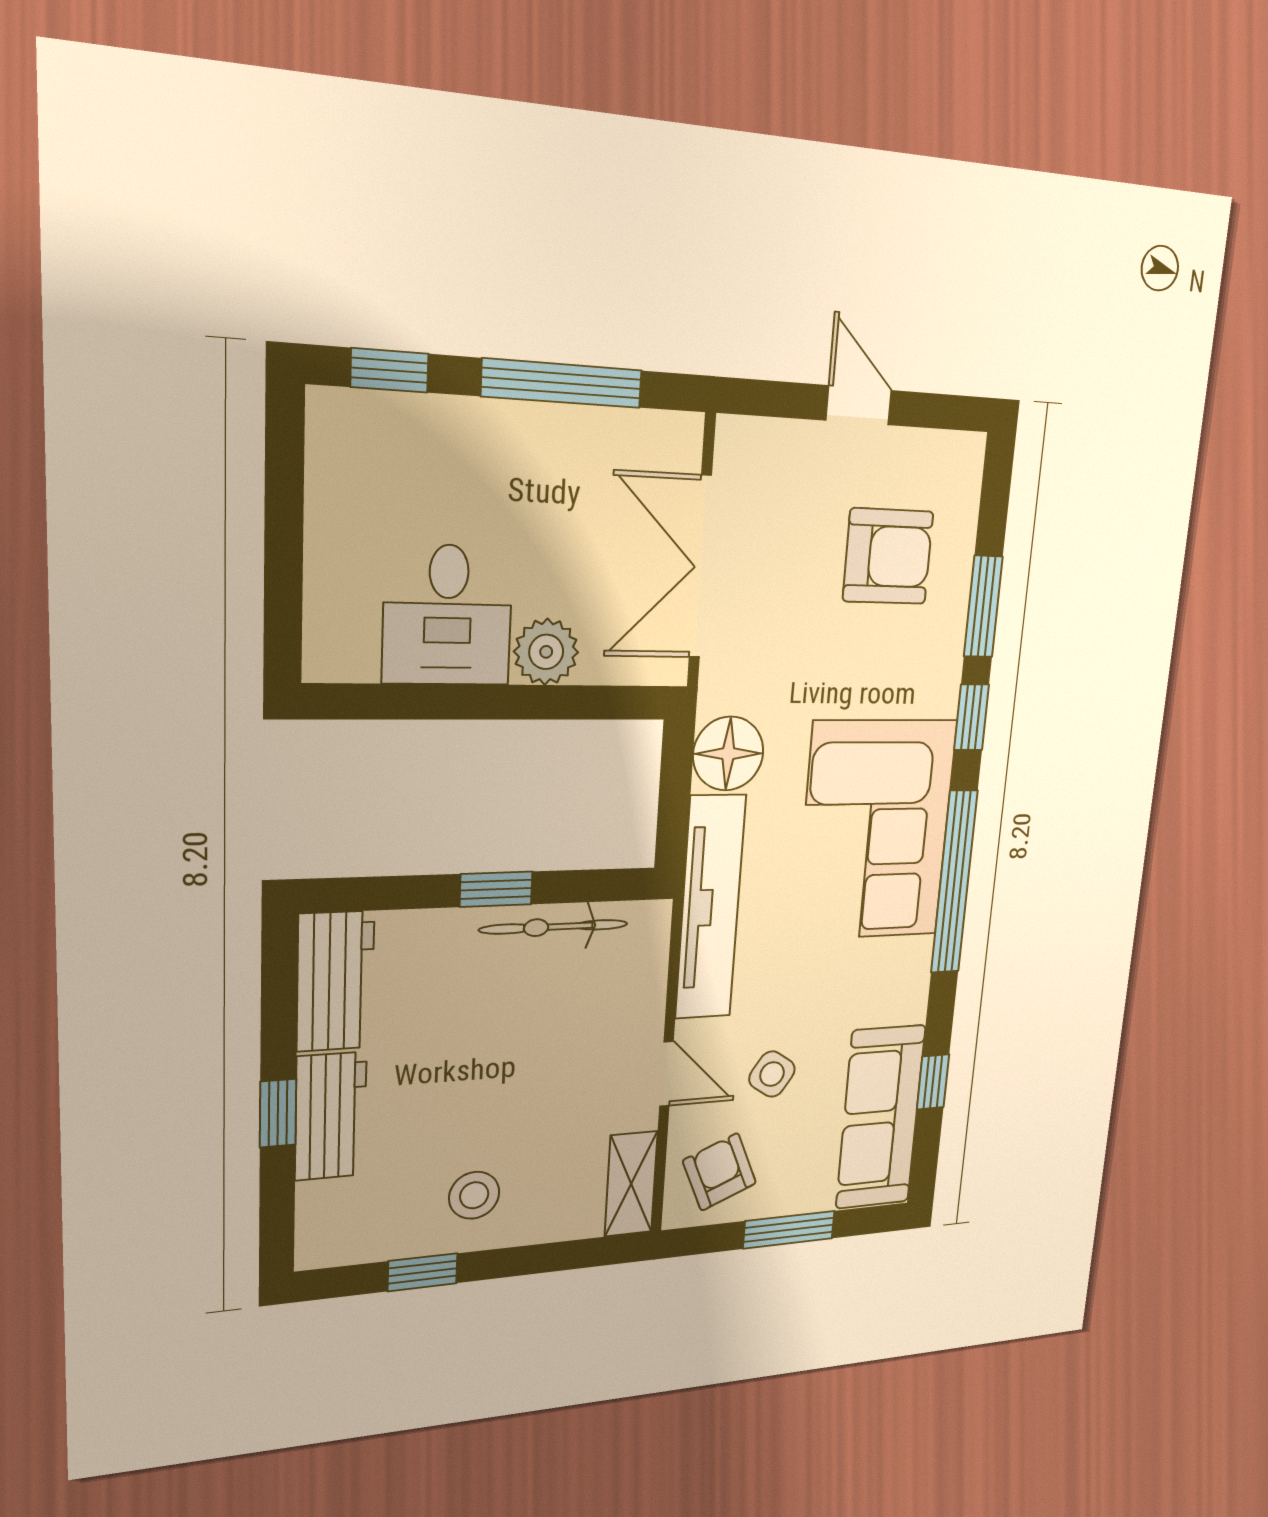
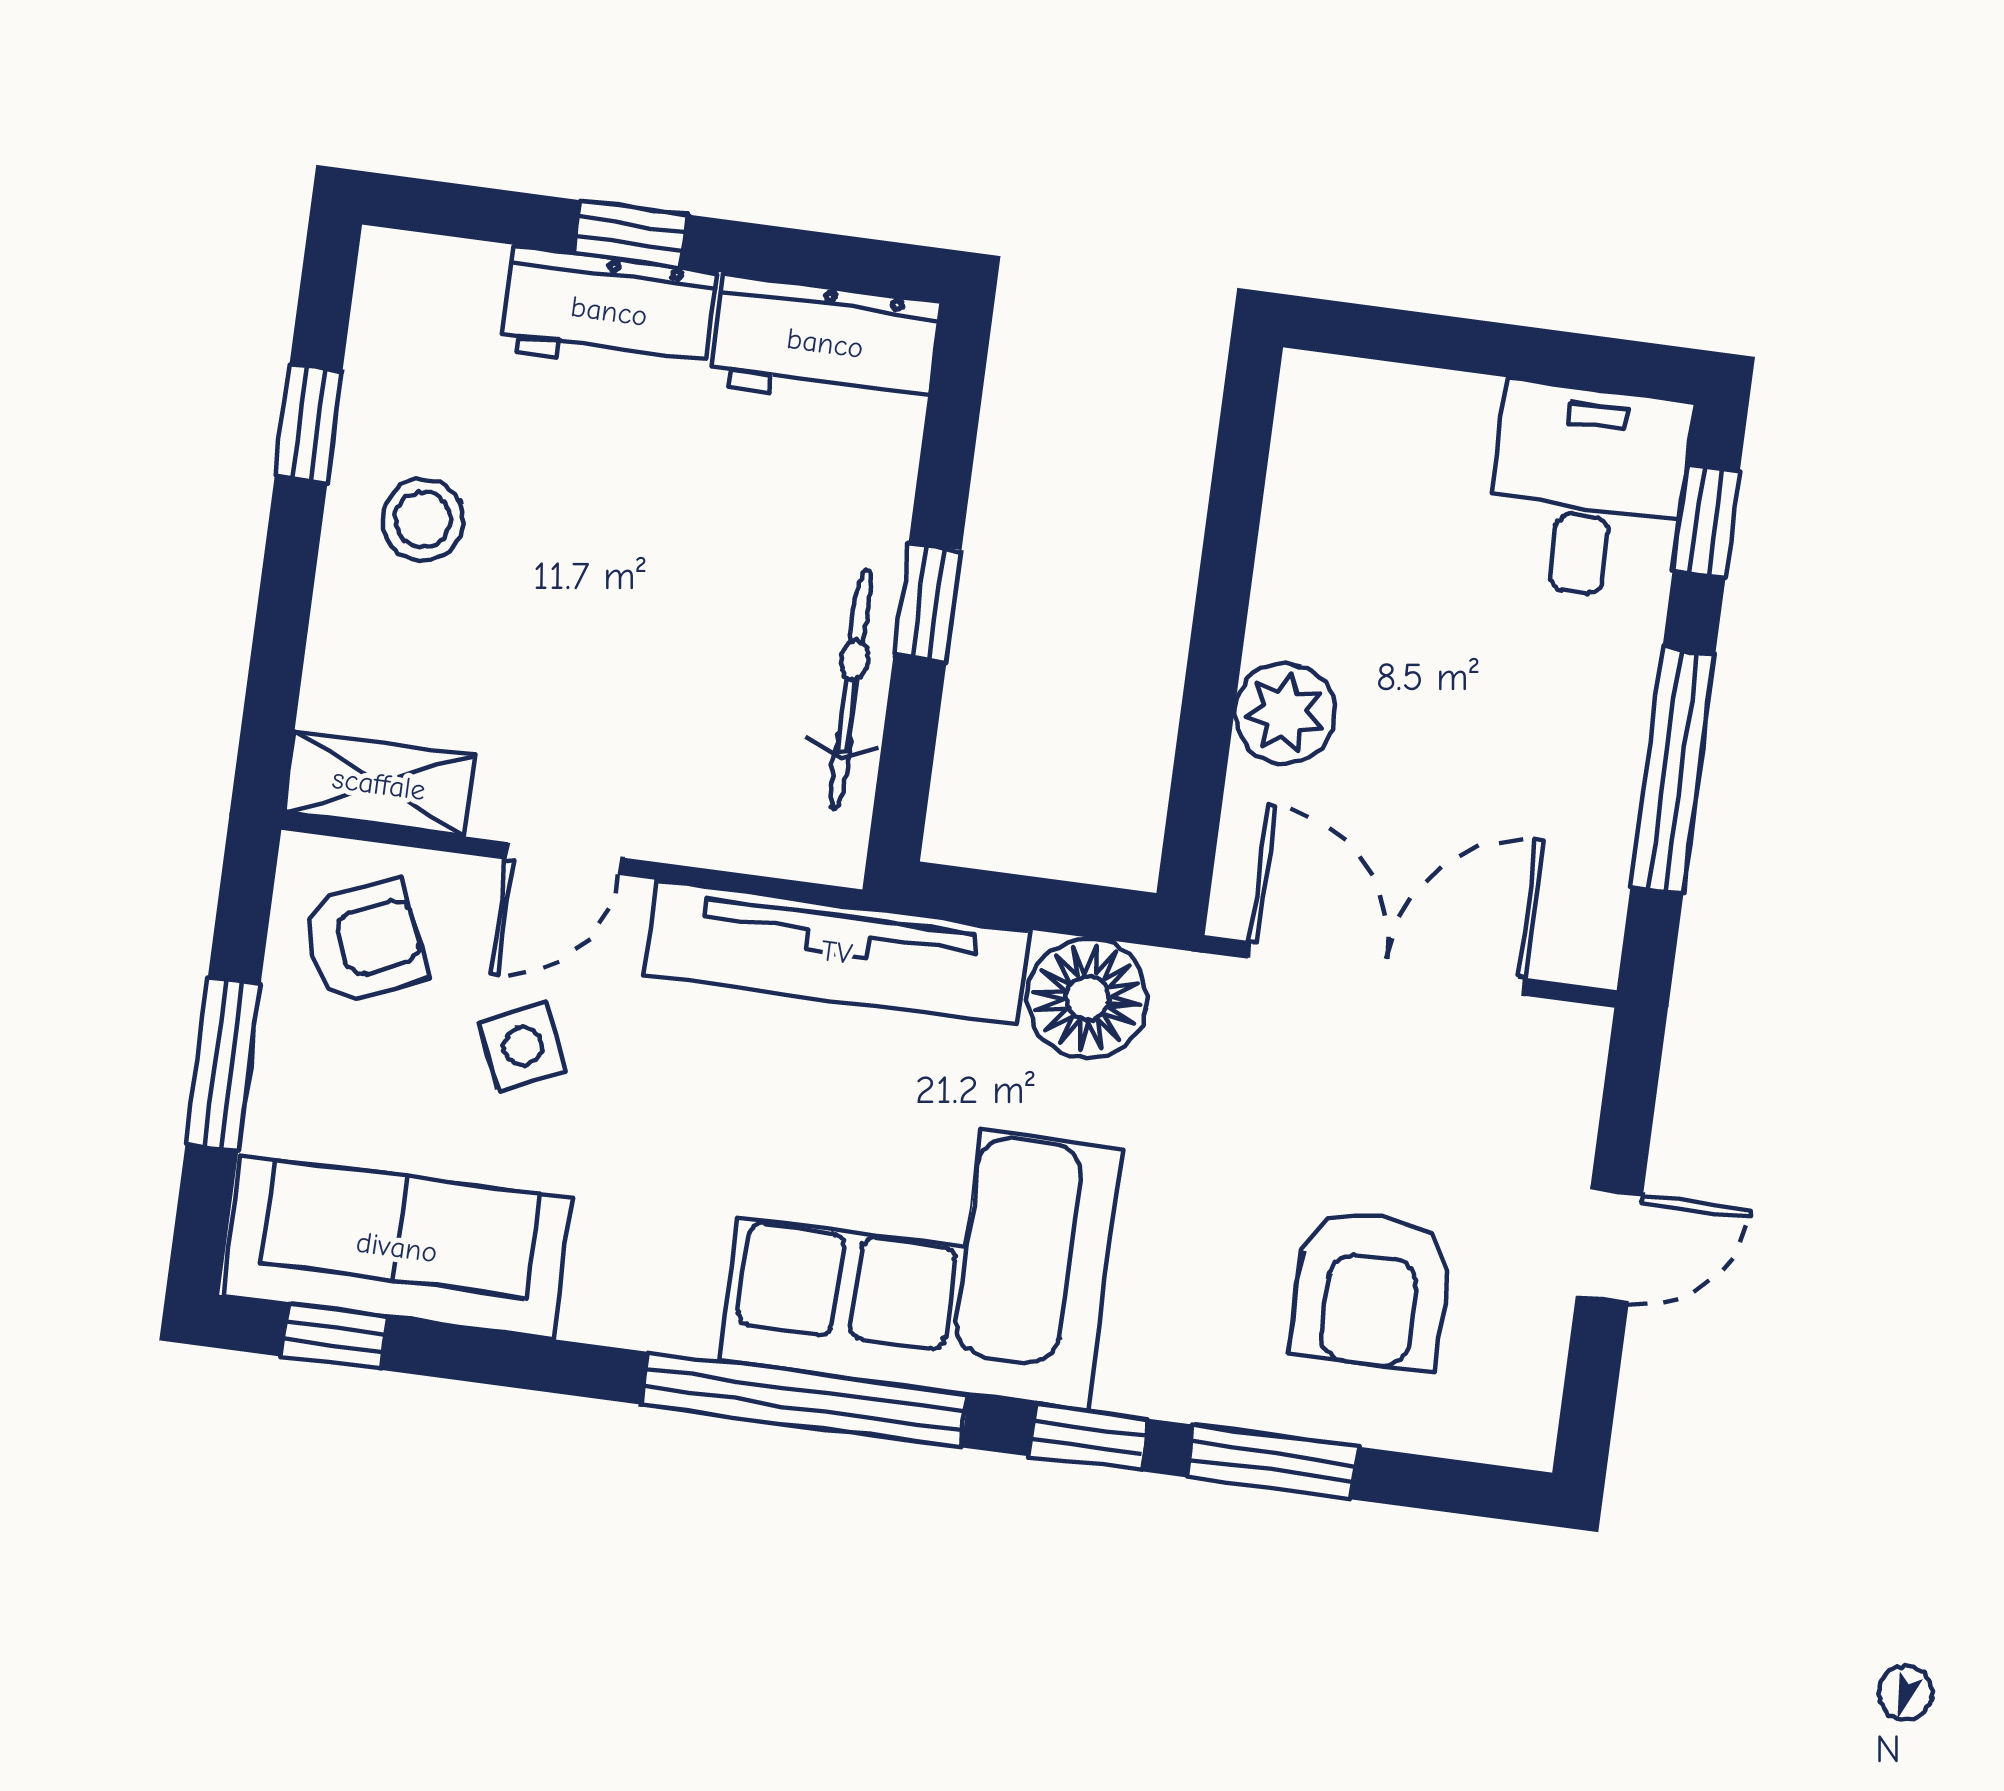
desk: (448, 615) -> (1588, 491), moved, turned 90
side table: (772, 1074) -> (522, 1046), turned 31
window: (933, 1082) -> (335, 1337), moved

